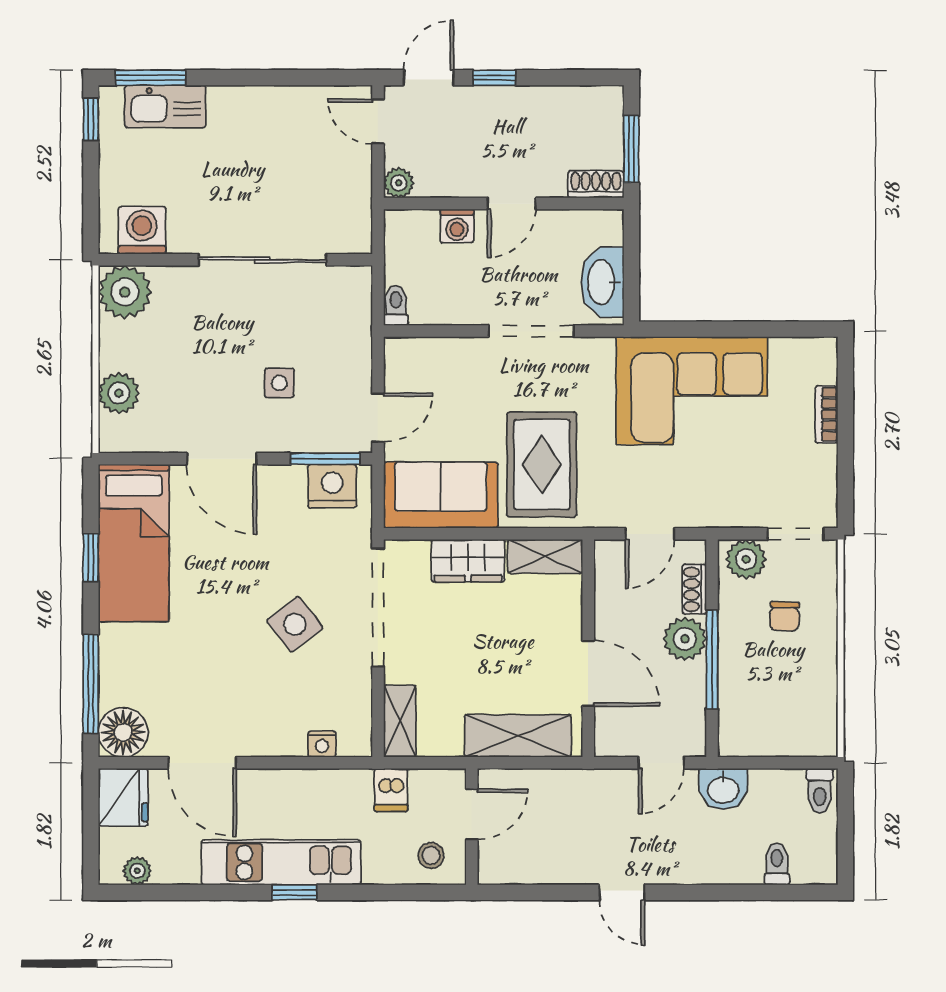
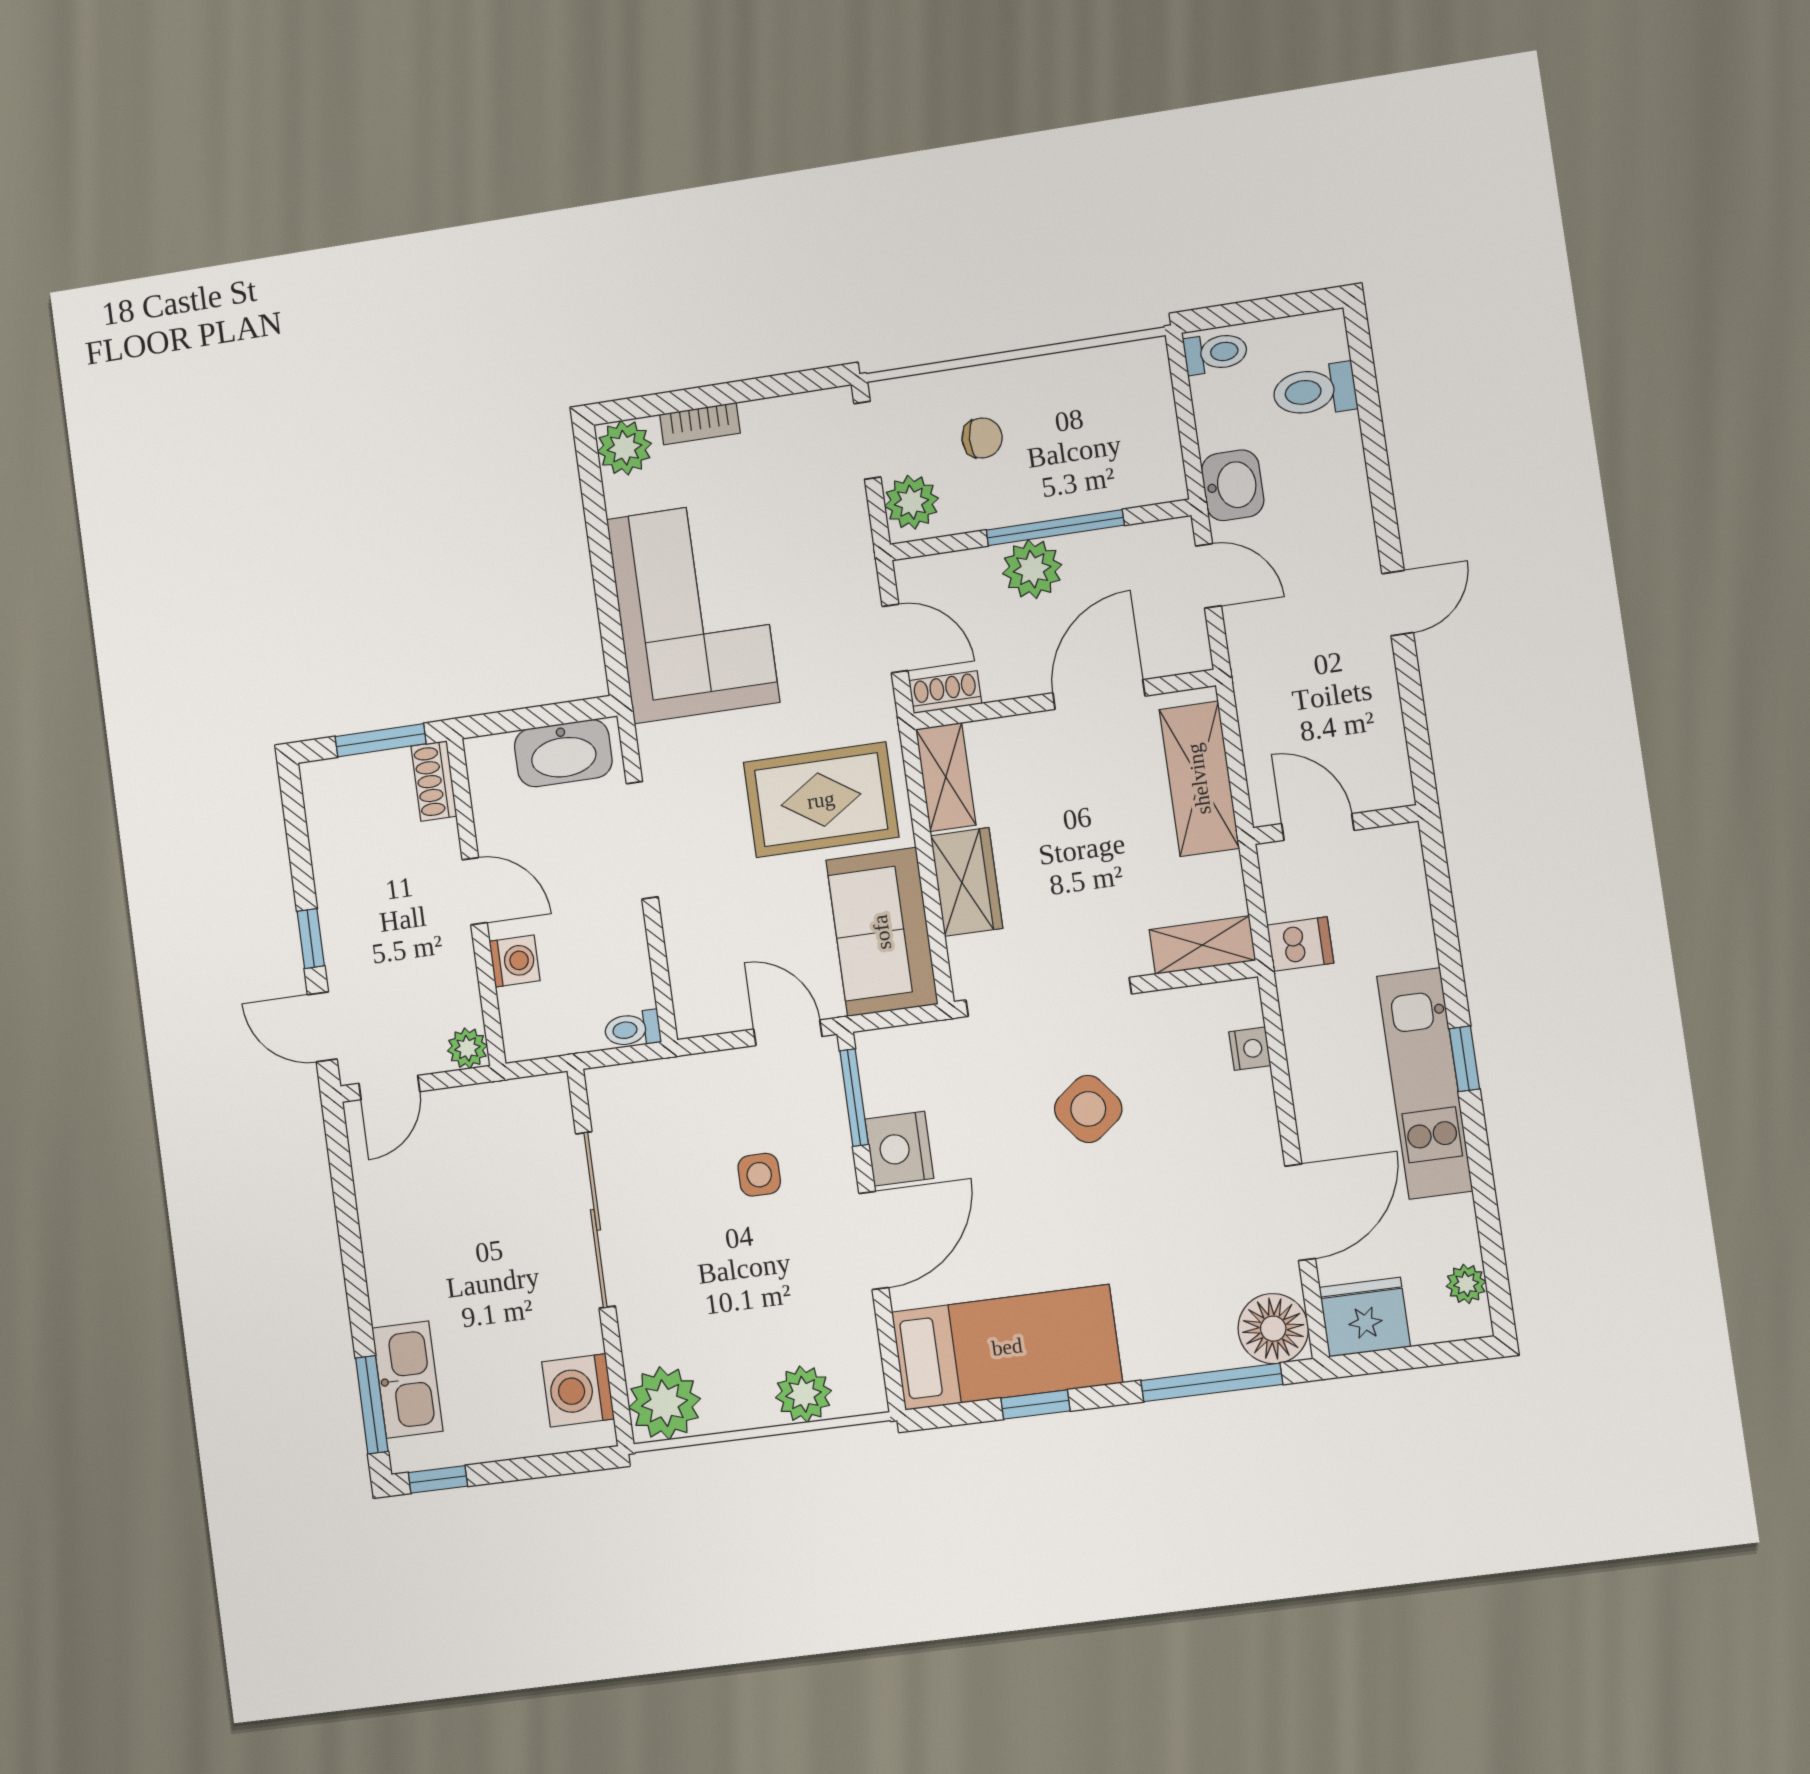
plant: (818, 357) -> (624, 448), added
nightstand: (332, 486) -> (899, 1149), moved
shoe rack: (694, 589) -> (945, 692), moved, turned 180
stool: (431, 856) -> (1384, 876), removed
toilet: (777, 864) -> (1314, 391), width x1.37, depth x1.39

